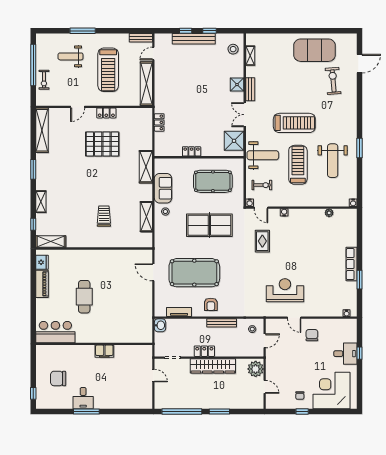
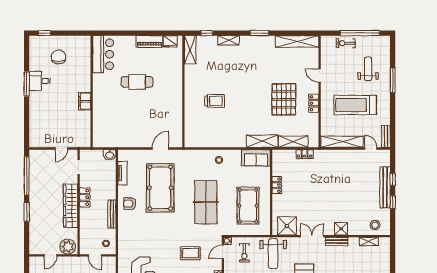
sofa: (163, 188) -> (256, 158), moved
shelving: (146, 217) -> (293, 142), moved

